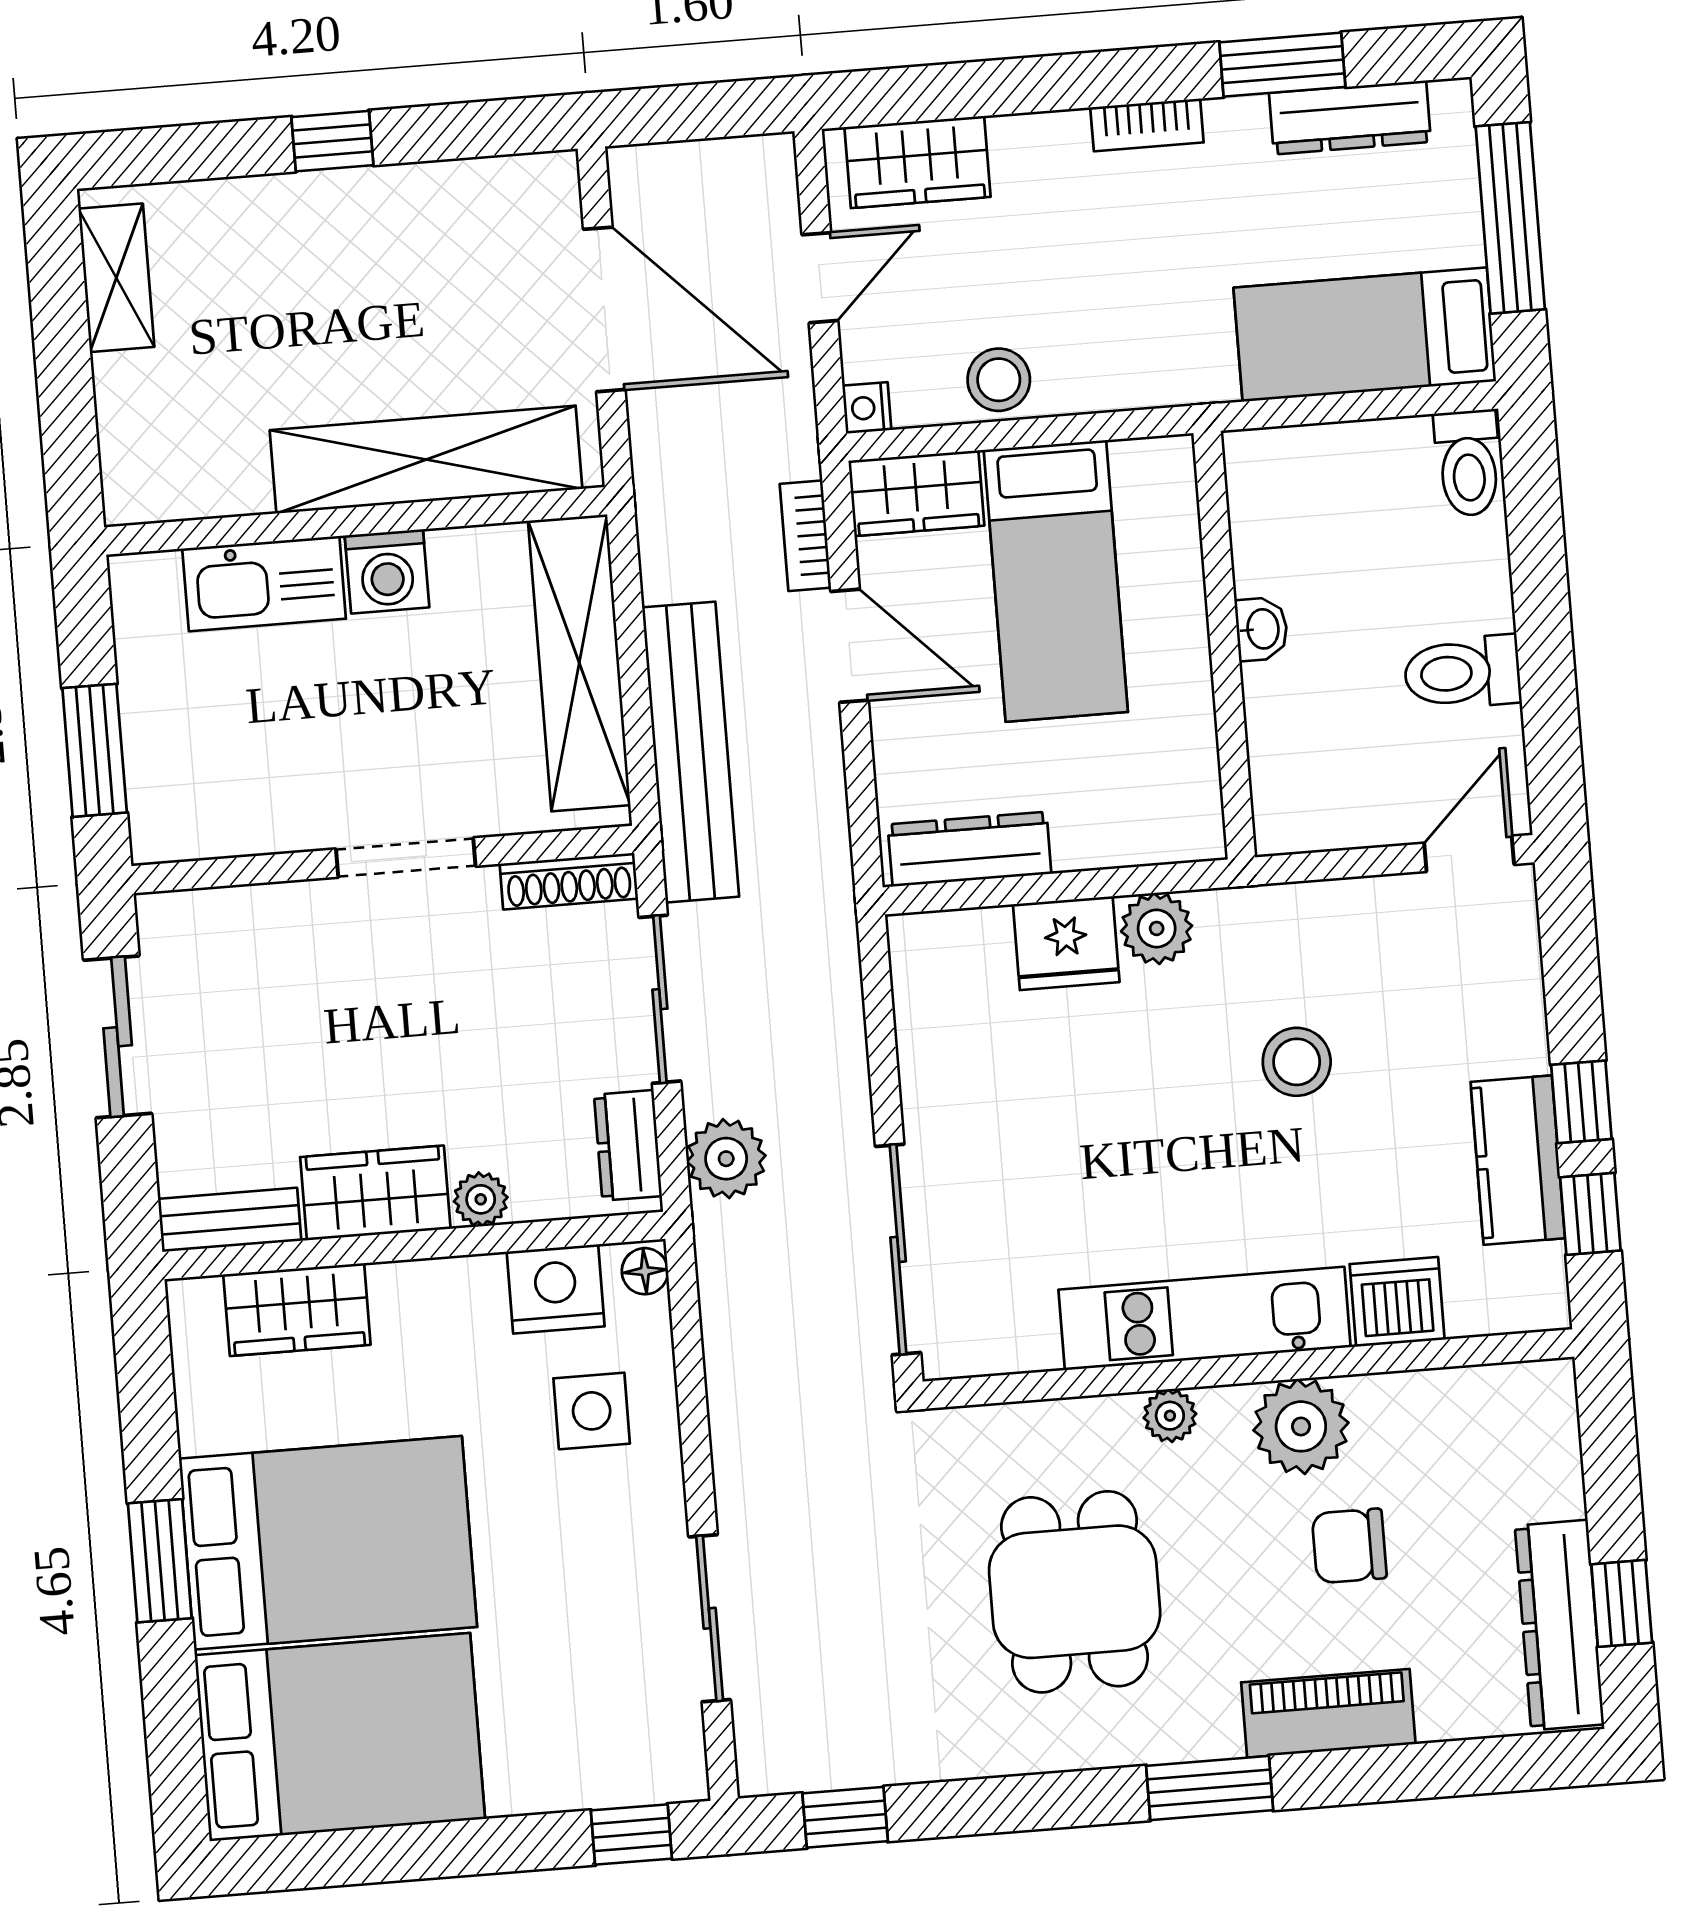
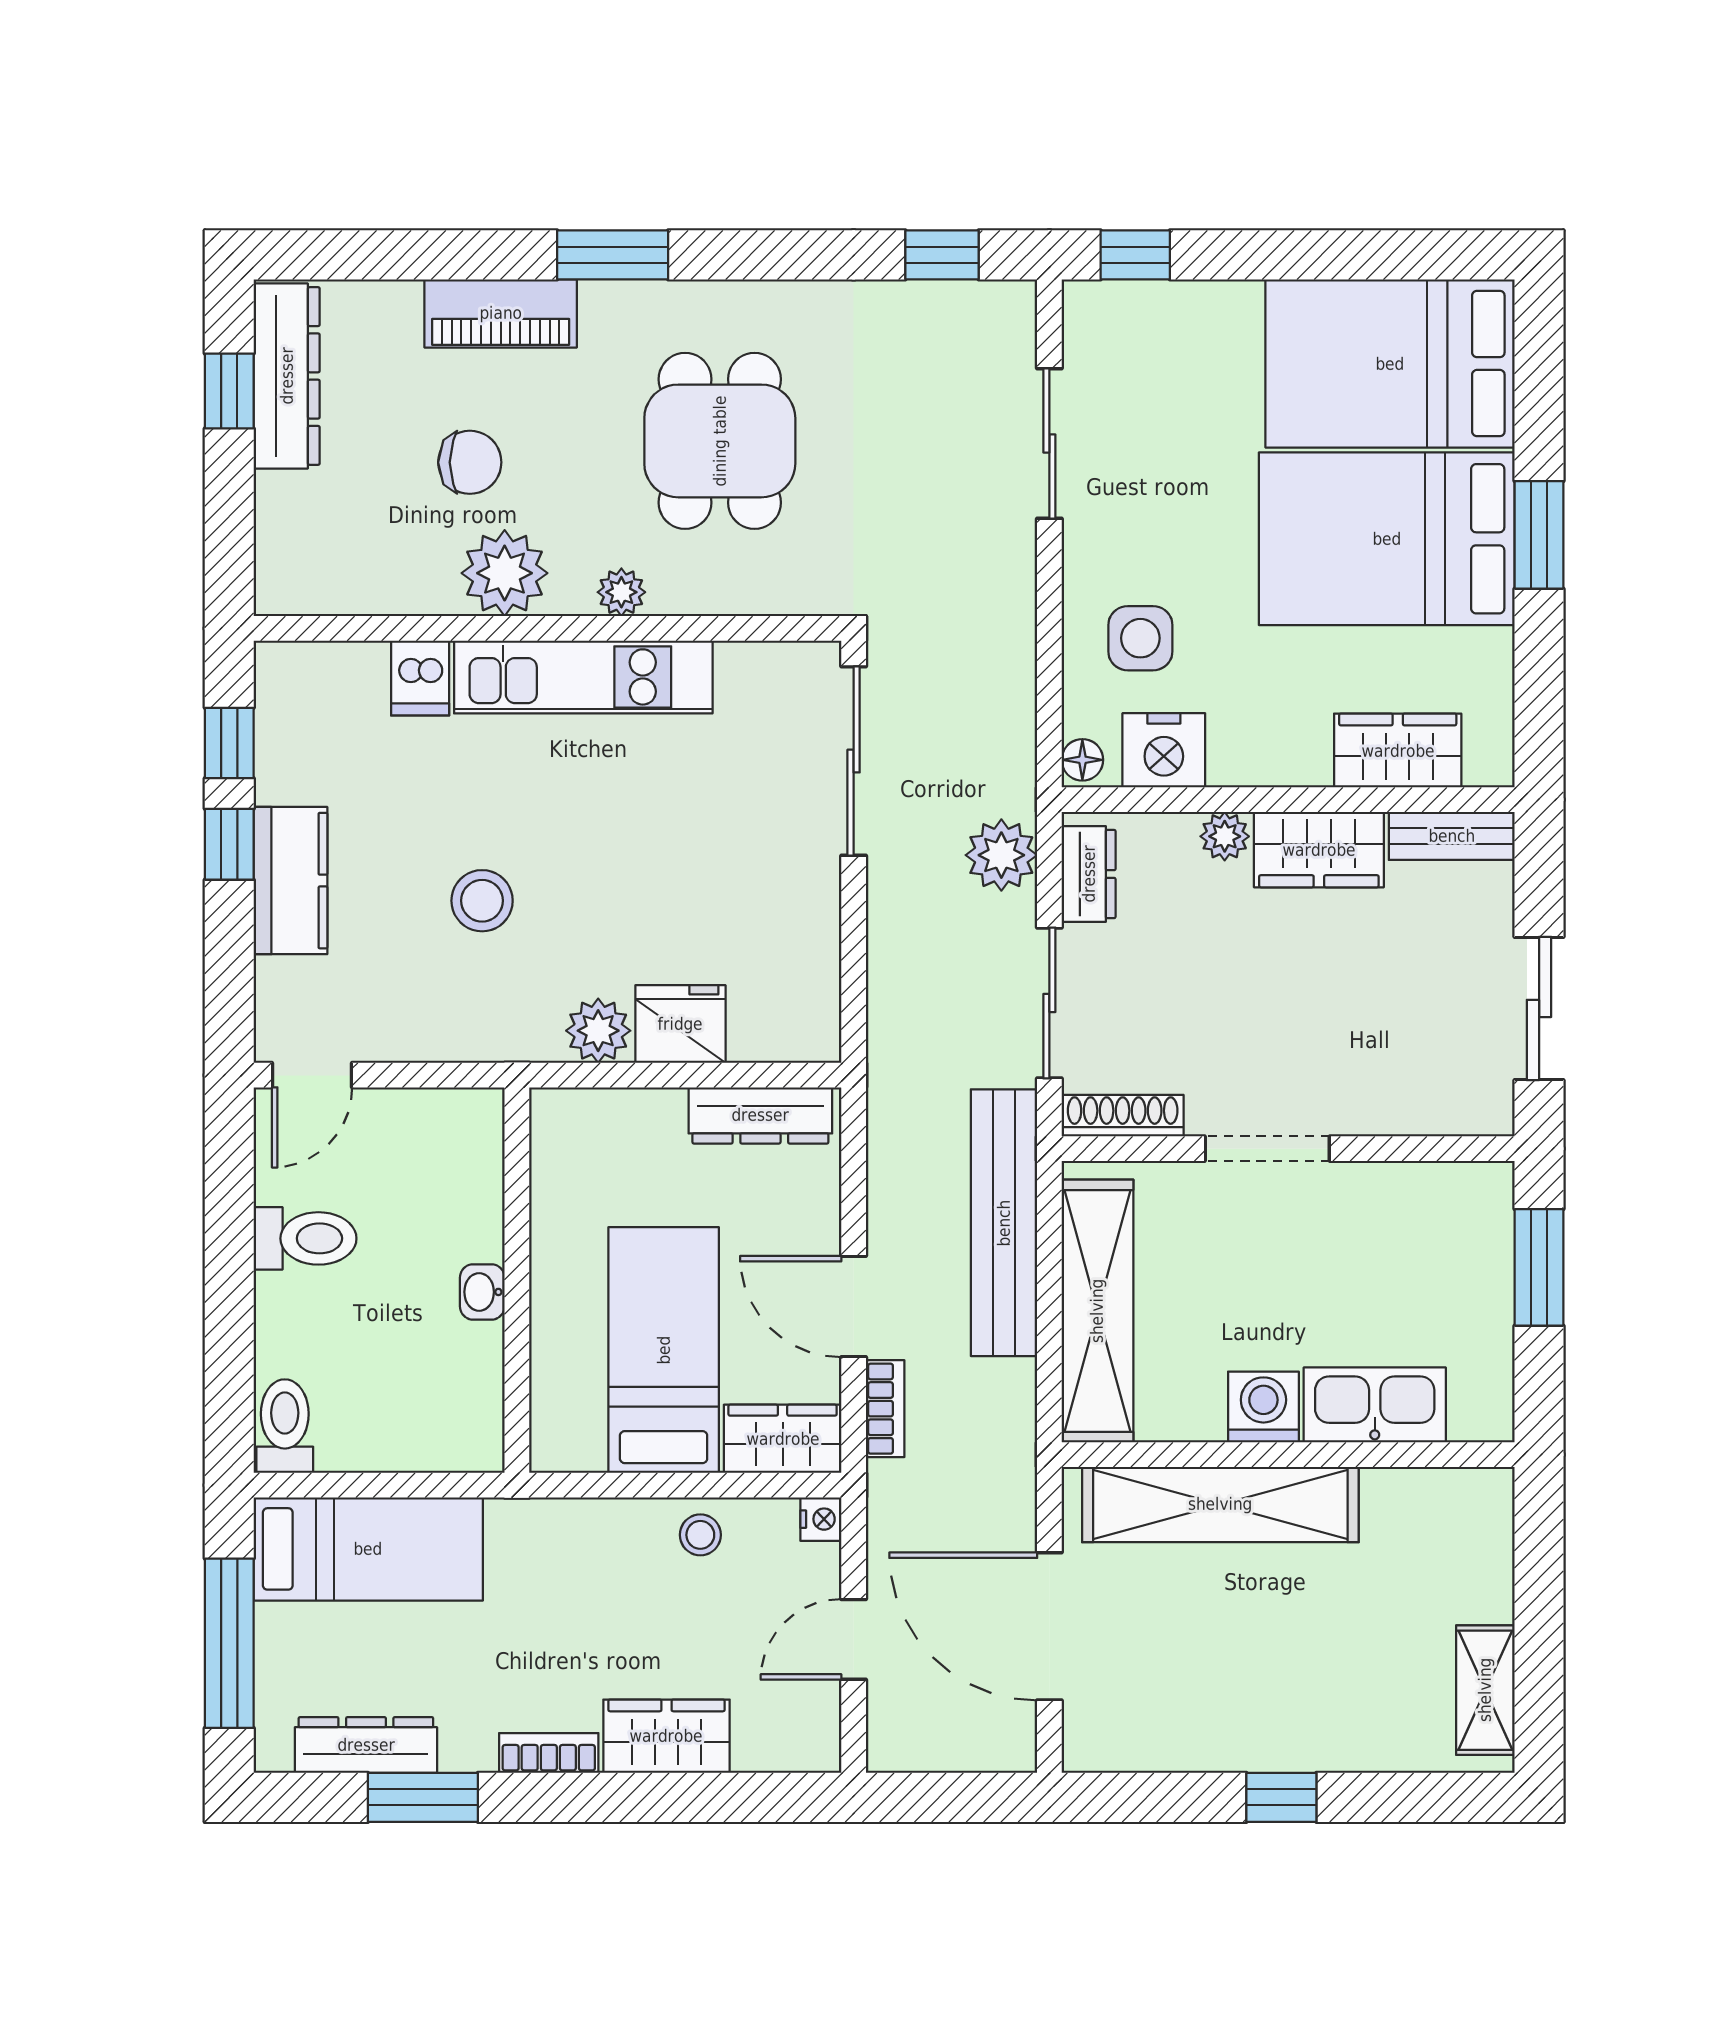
wardrobe: (917, 162) -> (666, 1736), moved
stool: (999, 380) -> (700, 1535), width x0.73, depth x0.73
kitchen counter: (1518, 1160) -> (291, 881), moved
dishwasher: (1397, 1302) -> (420, 678), width x0.73

